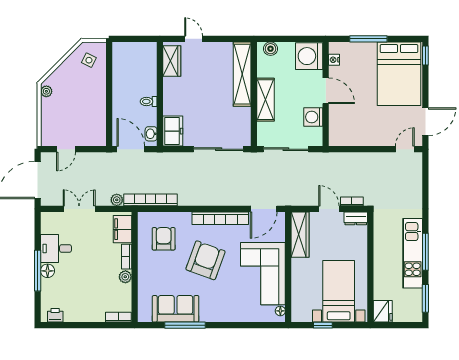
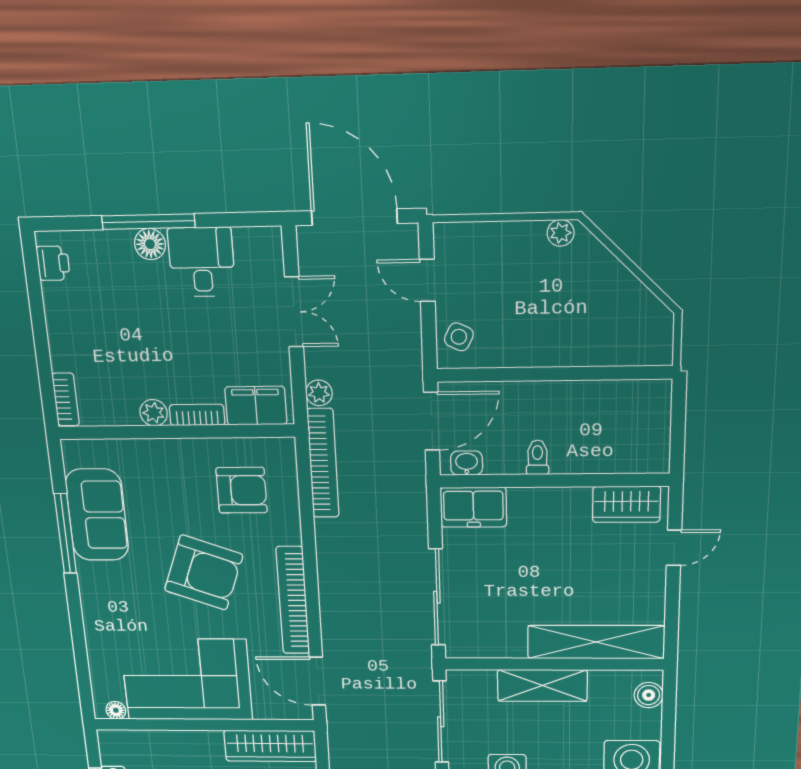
side table: (89, 60) -> (459, 337), moved

